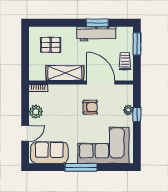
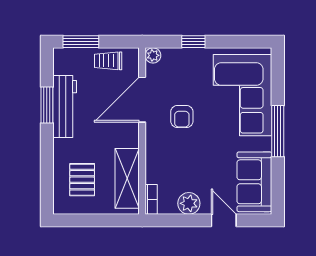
shelving: (65, 73) -> (127, 178), moved
armchair: (90, 107) -> (182, 116), turned 180
plant: (128, 110) -> (153, 55), moved

